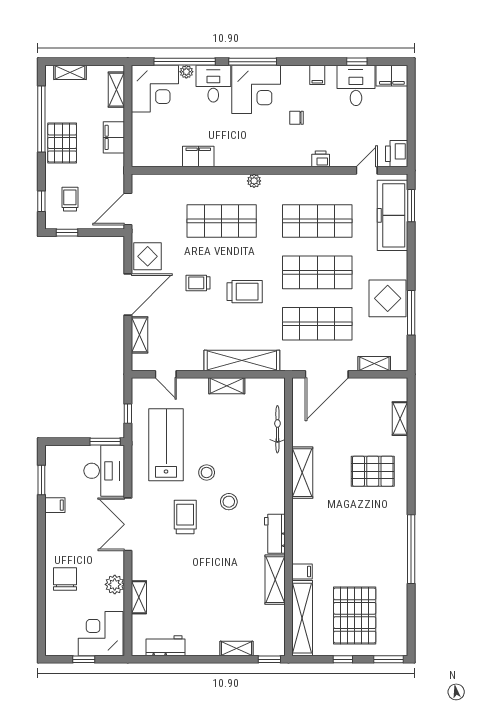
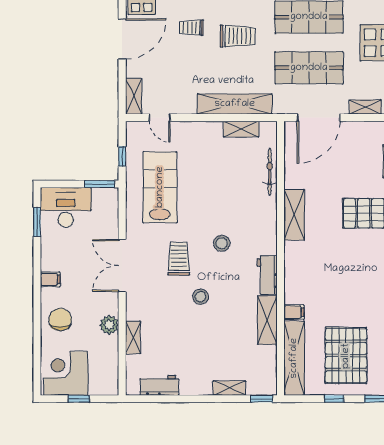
shelving: (139, 335) -> (134, 96), moved
shelving: (227, 386) -> (241, 129), moved
desk: (104, 471) -> (66, 207), moved, turned -90
stool: (207, 472) -> (201, 297), moved
filing cabinet: (55, 505) -> (50, 279), moved
corner desk: (101, 634) -> (66, 373), moved

